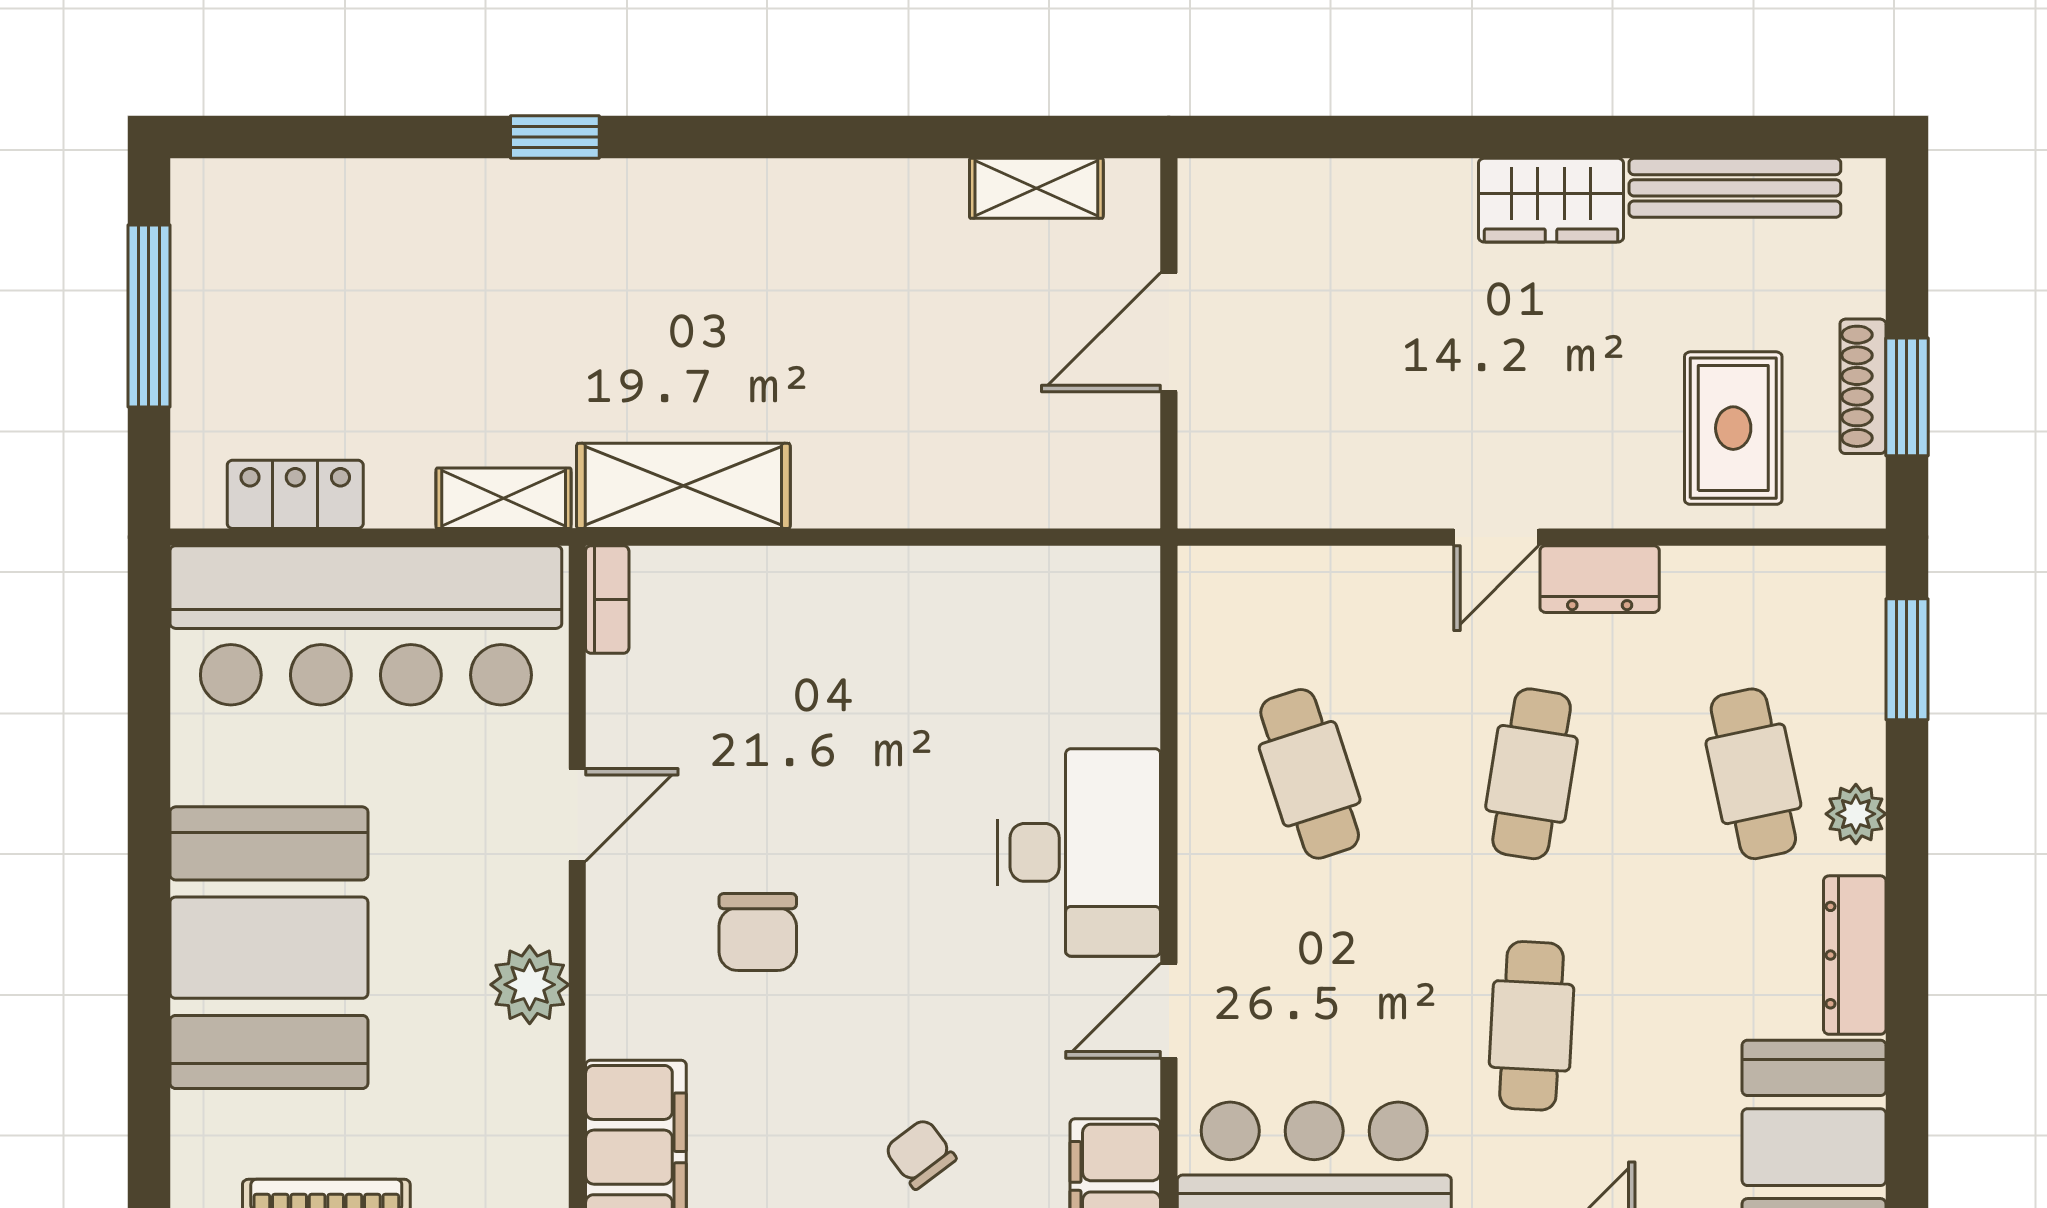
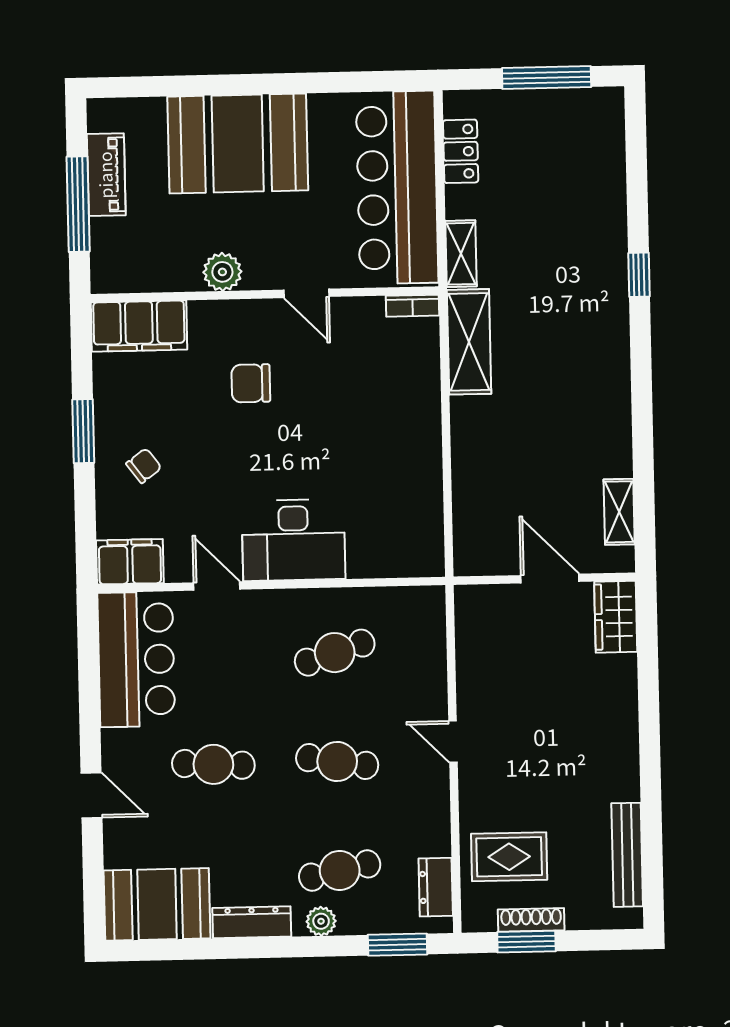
wardrobe: (1551, 200) -> (616, 617), moved
dresser: (1600, 579) -> (436, 887), moved

